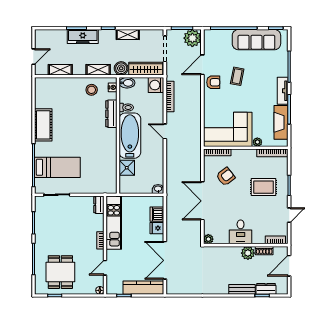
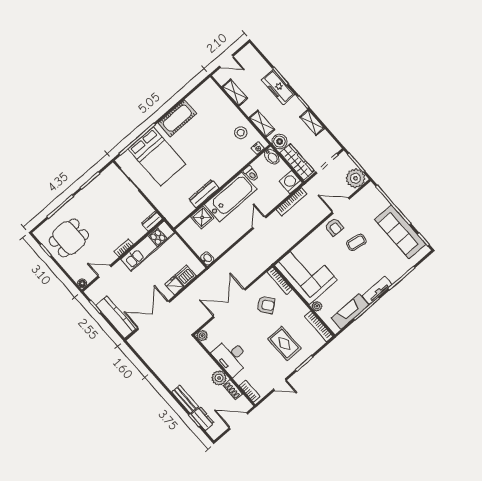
dresser: (111, 114) -> (204, 194), moved
bed: (57, 167) -> (157, 157), width x1.50
desk: (241, 232) -> (231, 357), width x1.37

